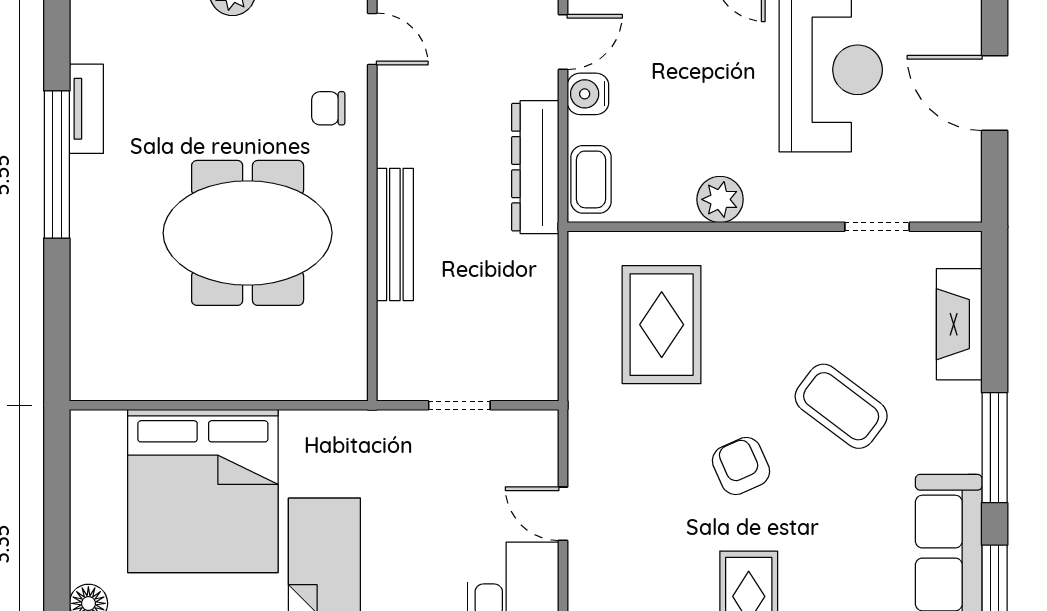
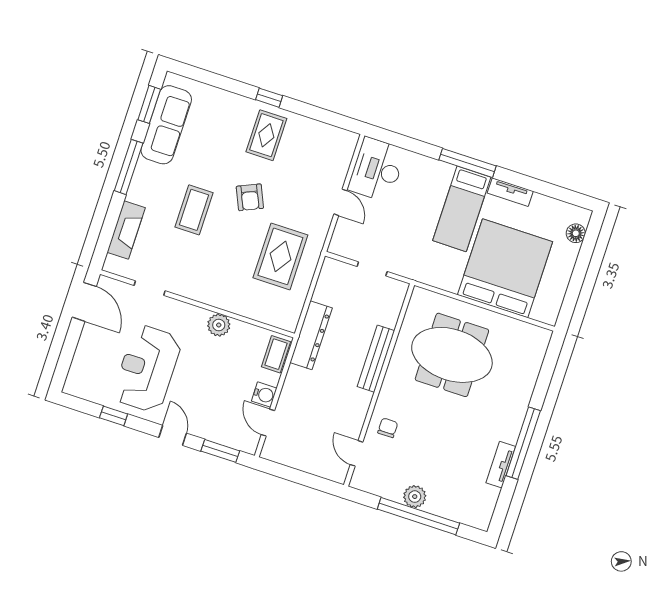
door: (563, 42) -> (268, 423), hinge flipped
door: (995, 93) -> (84, 302), moved
chair: (328, 108) -> (388, 428), turned -90
dresser: (535, 167) -> (311, 335), moved
meeting table: (248, 233) -> (452, 355), moved
rug: (662, 325) -> (280, 256), moved
coffee table: (841, 406) -> (194, 210), turned 53

